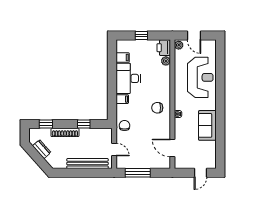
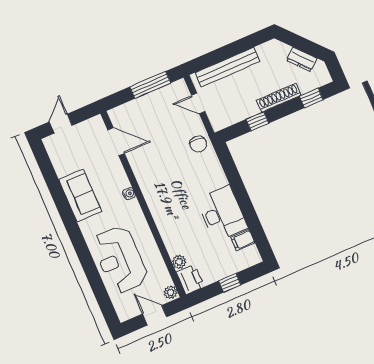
filing cabinet: (122, 99) -> (218, 180), removed
chair: (157, 108) -> (163, 190), removed

